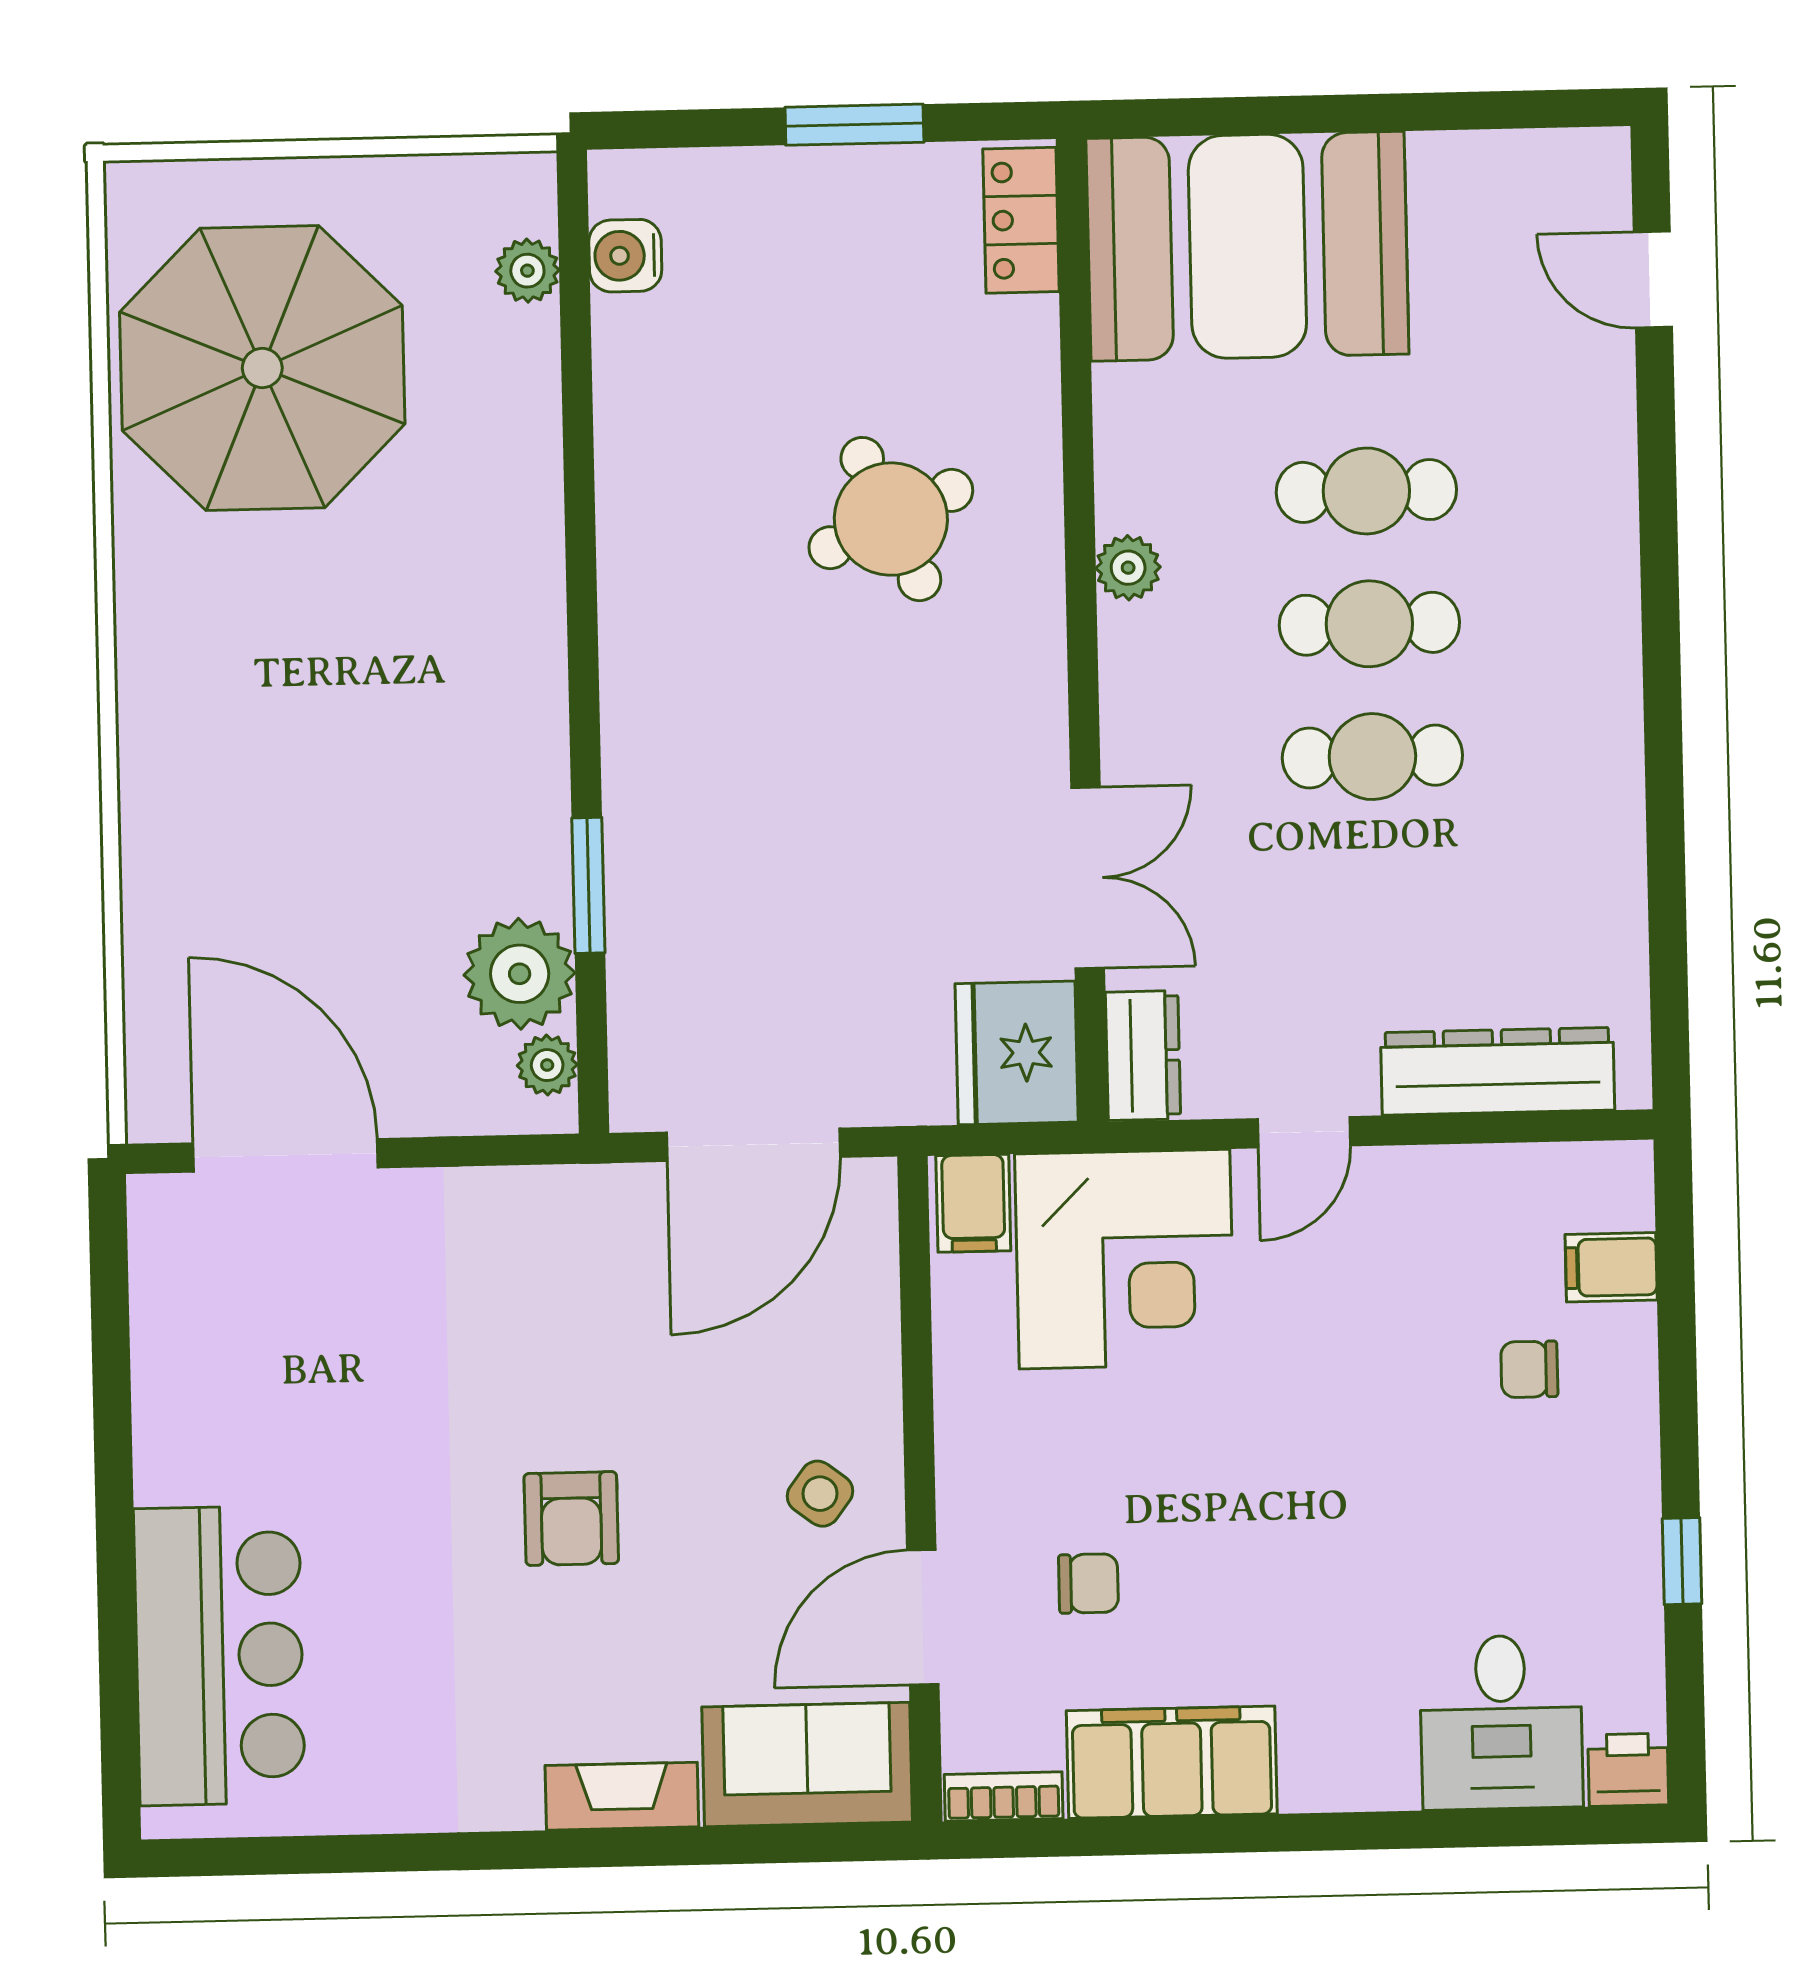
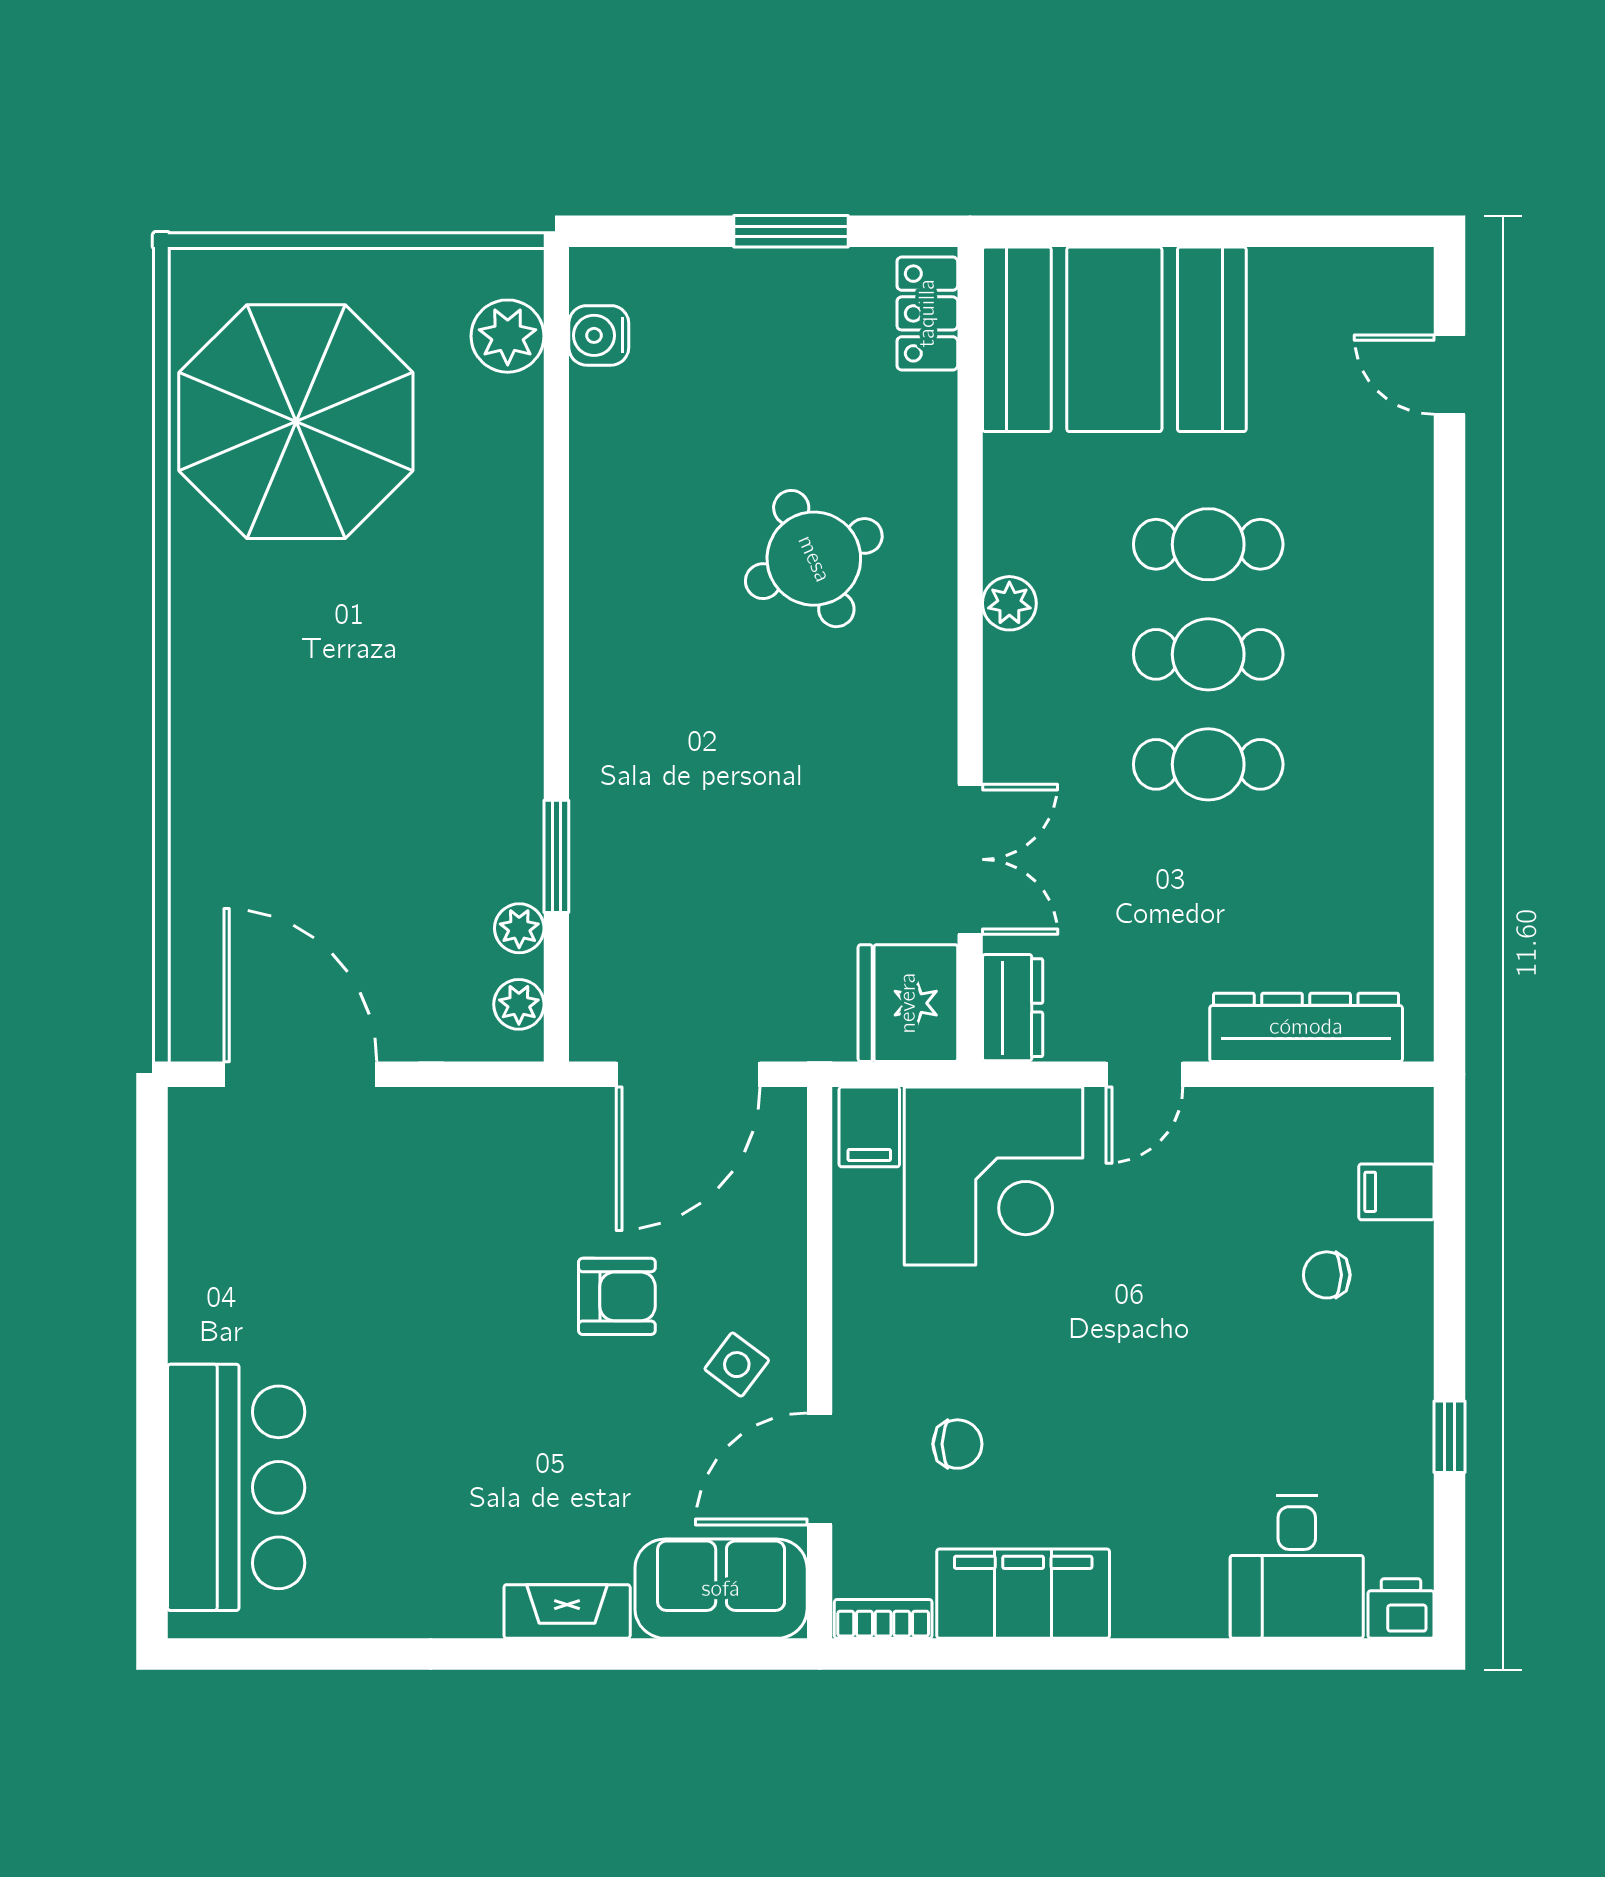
plant: (527, 271) -> (508, 336), width x1.38, depth x1.38
plant: (520, 974) -> (519, 928), width x0.53, depth x0.53
armchair: (571, 1519) -> (617, 1296), moved, turned -90

